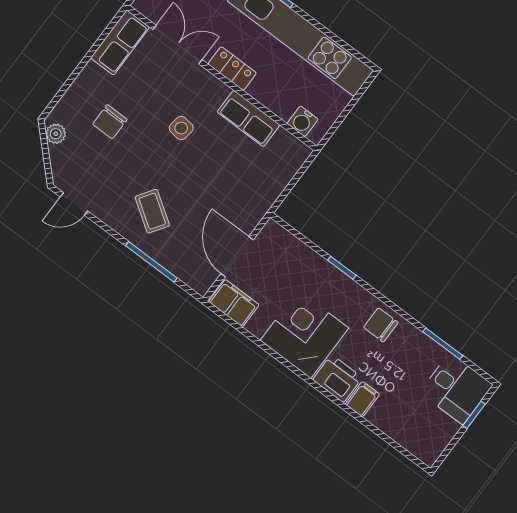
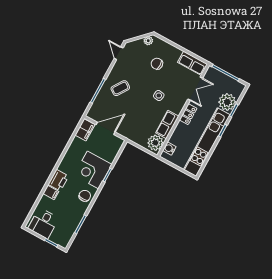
plant: (285, 151) -> (155, 143), added
corner desk: (304, 334) -> (93, 170), moved, turned 180
desk: (456, 389) -> (43, 223), moved

